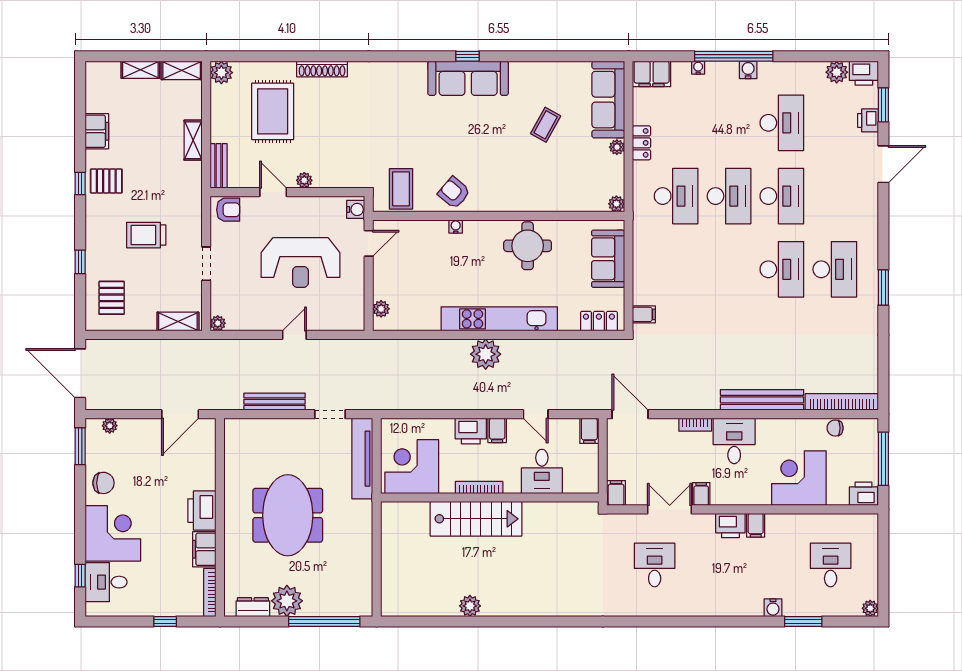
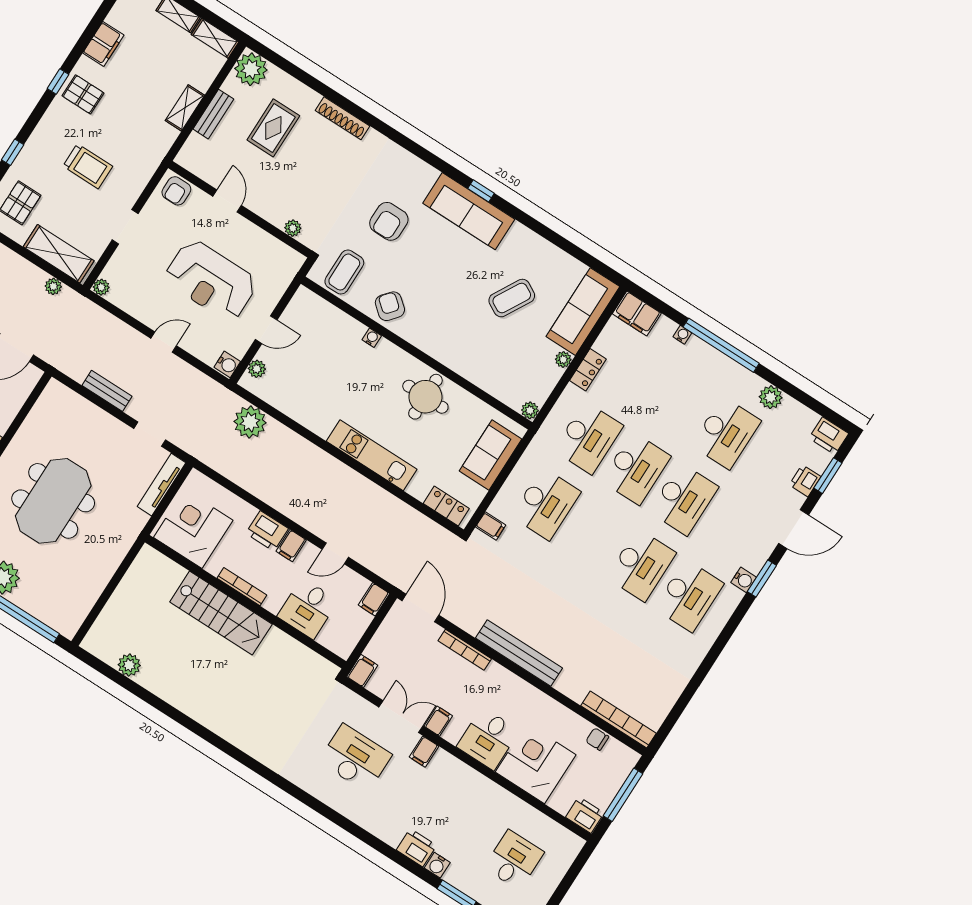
water cooler: (748, 70) -> (744, 580), moved, turned 90
plant: (837, 72) -> (771, 397), moved
plant: (221, 73) -> (251, 69), width x1.36, depth x1.36
rug: (273, 111) -> (273, 128), width x0.73, depth x0.70
coffee table: (546, 125) -> (512, 298), width x1.36, depth x1.30
armchair: (410, 127) -> (389, 221), added
bench: (219, 166) -> (213, 114), moved
plant: (304, 180) -> (293, 228), moved
water cooler: (356, 209) -> (227, 364), moved
armchair: (228, 210) -> (176, 191), turned 90
trolley: (146, 235) -> (88, 166), turned 180
door: (369, 243) -> (266, 330), moved
desk: (676, 269) -> (546, 504), added
window: (883, 287) -> (762, 579), moved
kitchen unit: (499, 319) -> (372, 455), width x0.73
shelving: (178, 322) -> (59, 254), width x1.50, depth x1.33
plant: (180, 347) -> (53, 286), added
plant: (486, 354) -> (250, 422), moved
bench: (762, 400) -> (519, 653), moved
bench: (275, 402) -> (107, 391), width x0.73
door: (536, 414) -> (335, 553), hinge flipped
bookcase: (695, 425) -> (465, 650), width x1.56
desk: (734, 441) -> (488, 739), moved, turned 180
tv unit: (362, 459) -> (162, 485), width x0.73, depth x0.78
filing cabinet: (756, 525) -> (424, 752), moved
printer: (730, 526) -> (417, 848), moved, turned 180
desk: (655, 565) -> (355, 758), width x1.37
plant: (470, 606) -> (129, 665), moved

